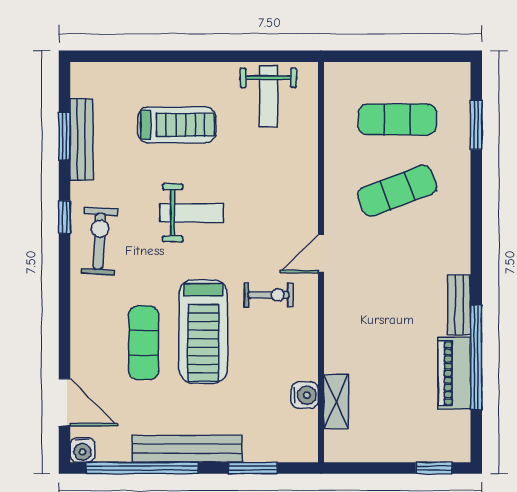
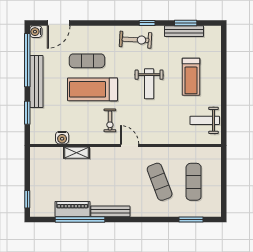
bench: (459, 305) -> (110, 211), width x1.36
shelving: (336, 402) -> (77, 153), moved

